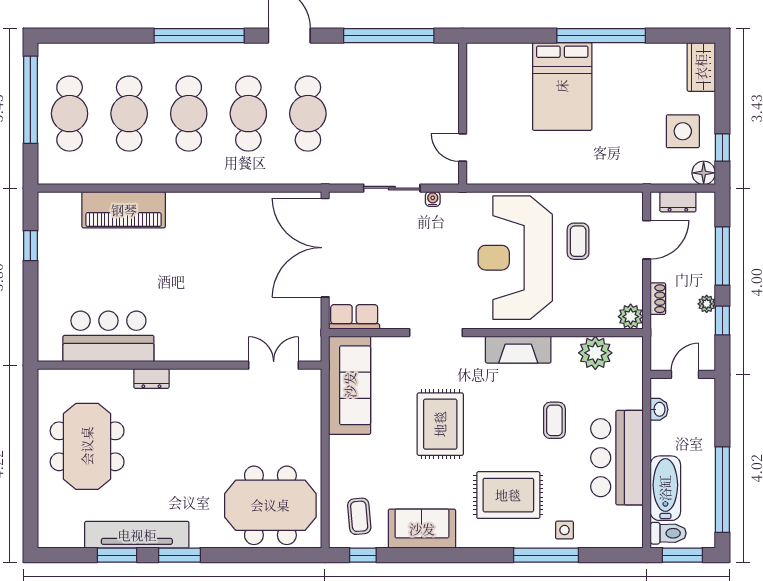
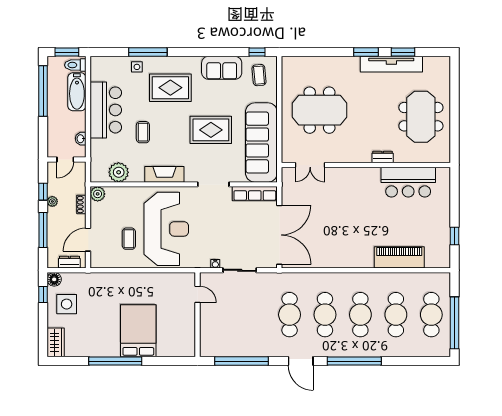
row of seats: (354, 317) -> (255, 194), width x1.48
sofa: (350, 385) -> (261, 142), width x1.36, depth x1.27
rug: (440, 424) -> (211, 130), turned 90
meeting table: (270, 505) -> (319, 110), moved

